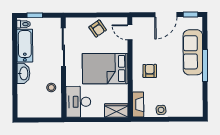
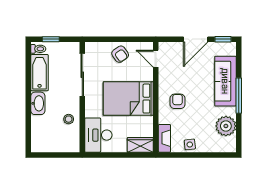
plant: (194, 93) -> (226, 126), added

